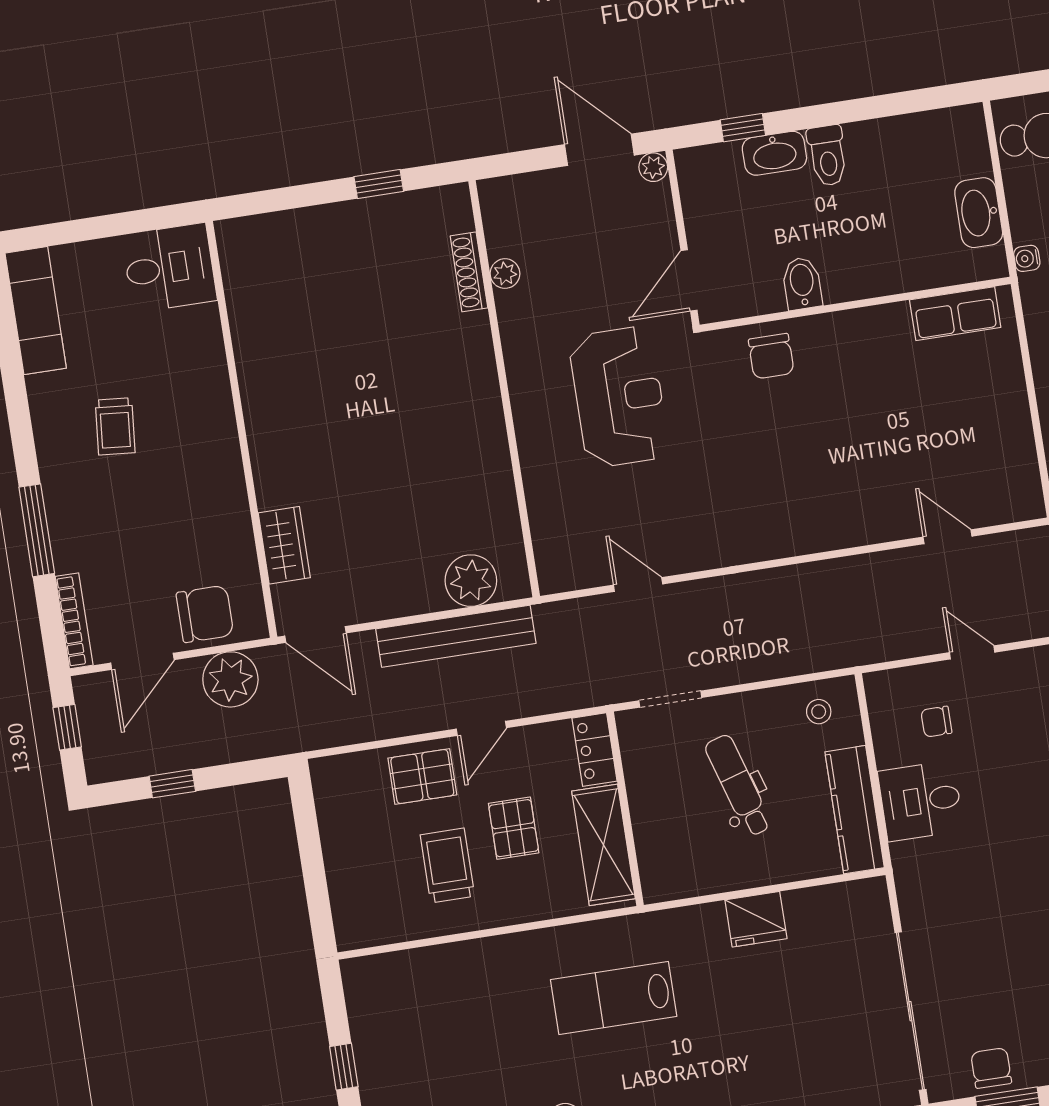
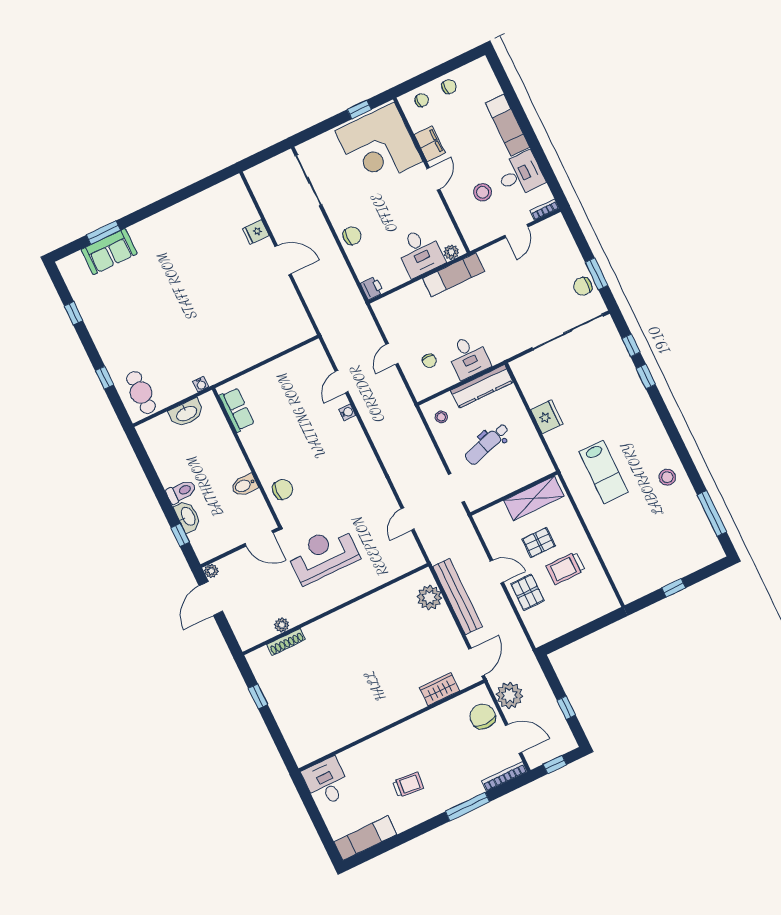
water cooler: (884, 529) -> (347, 412), added
locker: (595, 750) -> (491, 516), removed

